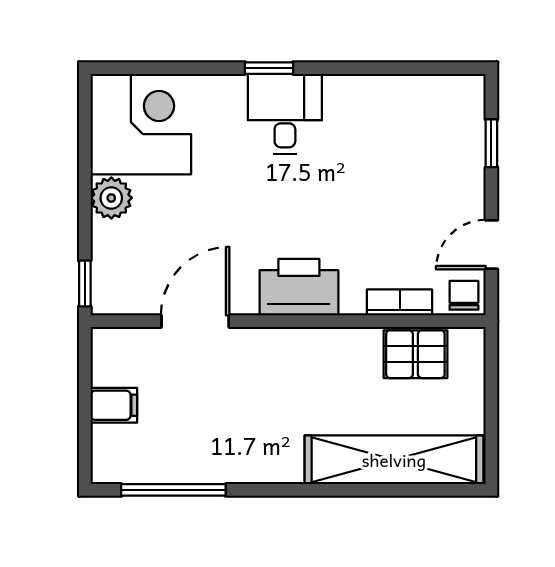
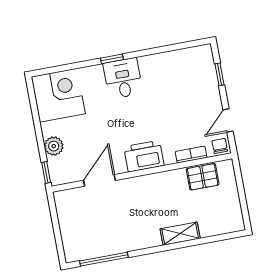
plant: (111, 198) -> (54, 146), moved
filing cabinet: (114, 405) -> (70, 225), removed
shelving: (394, 460) -> (180, 234), width x0.45, depth x0.75

